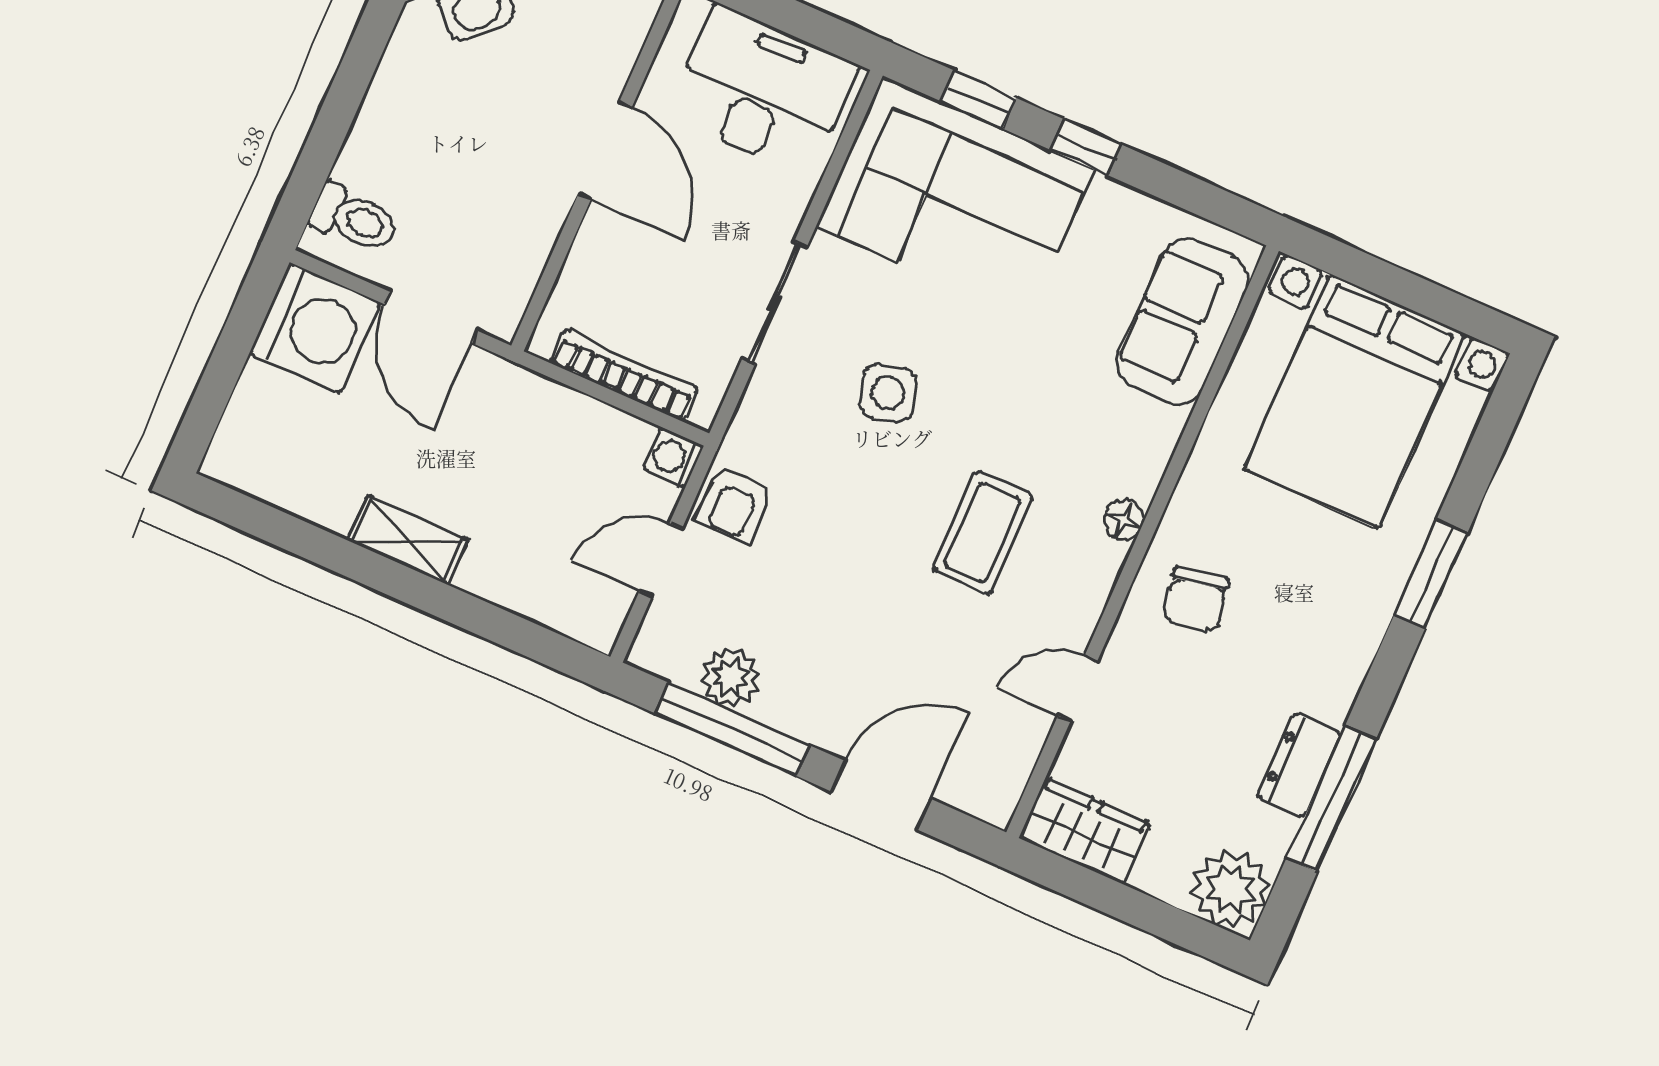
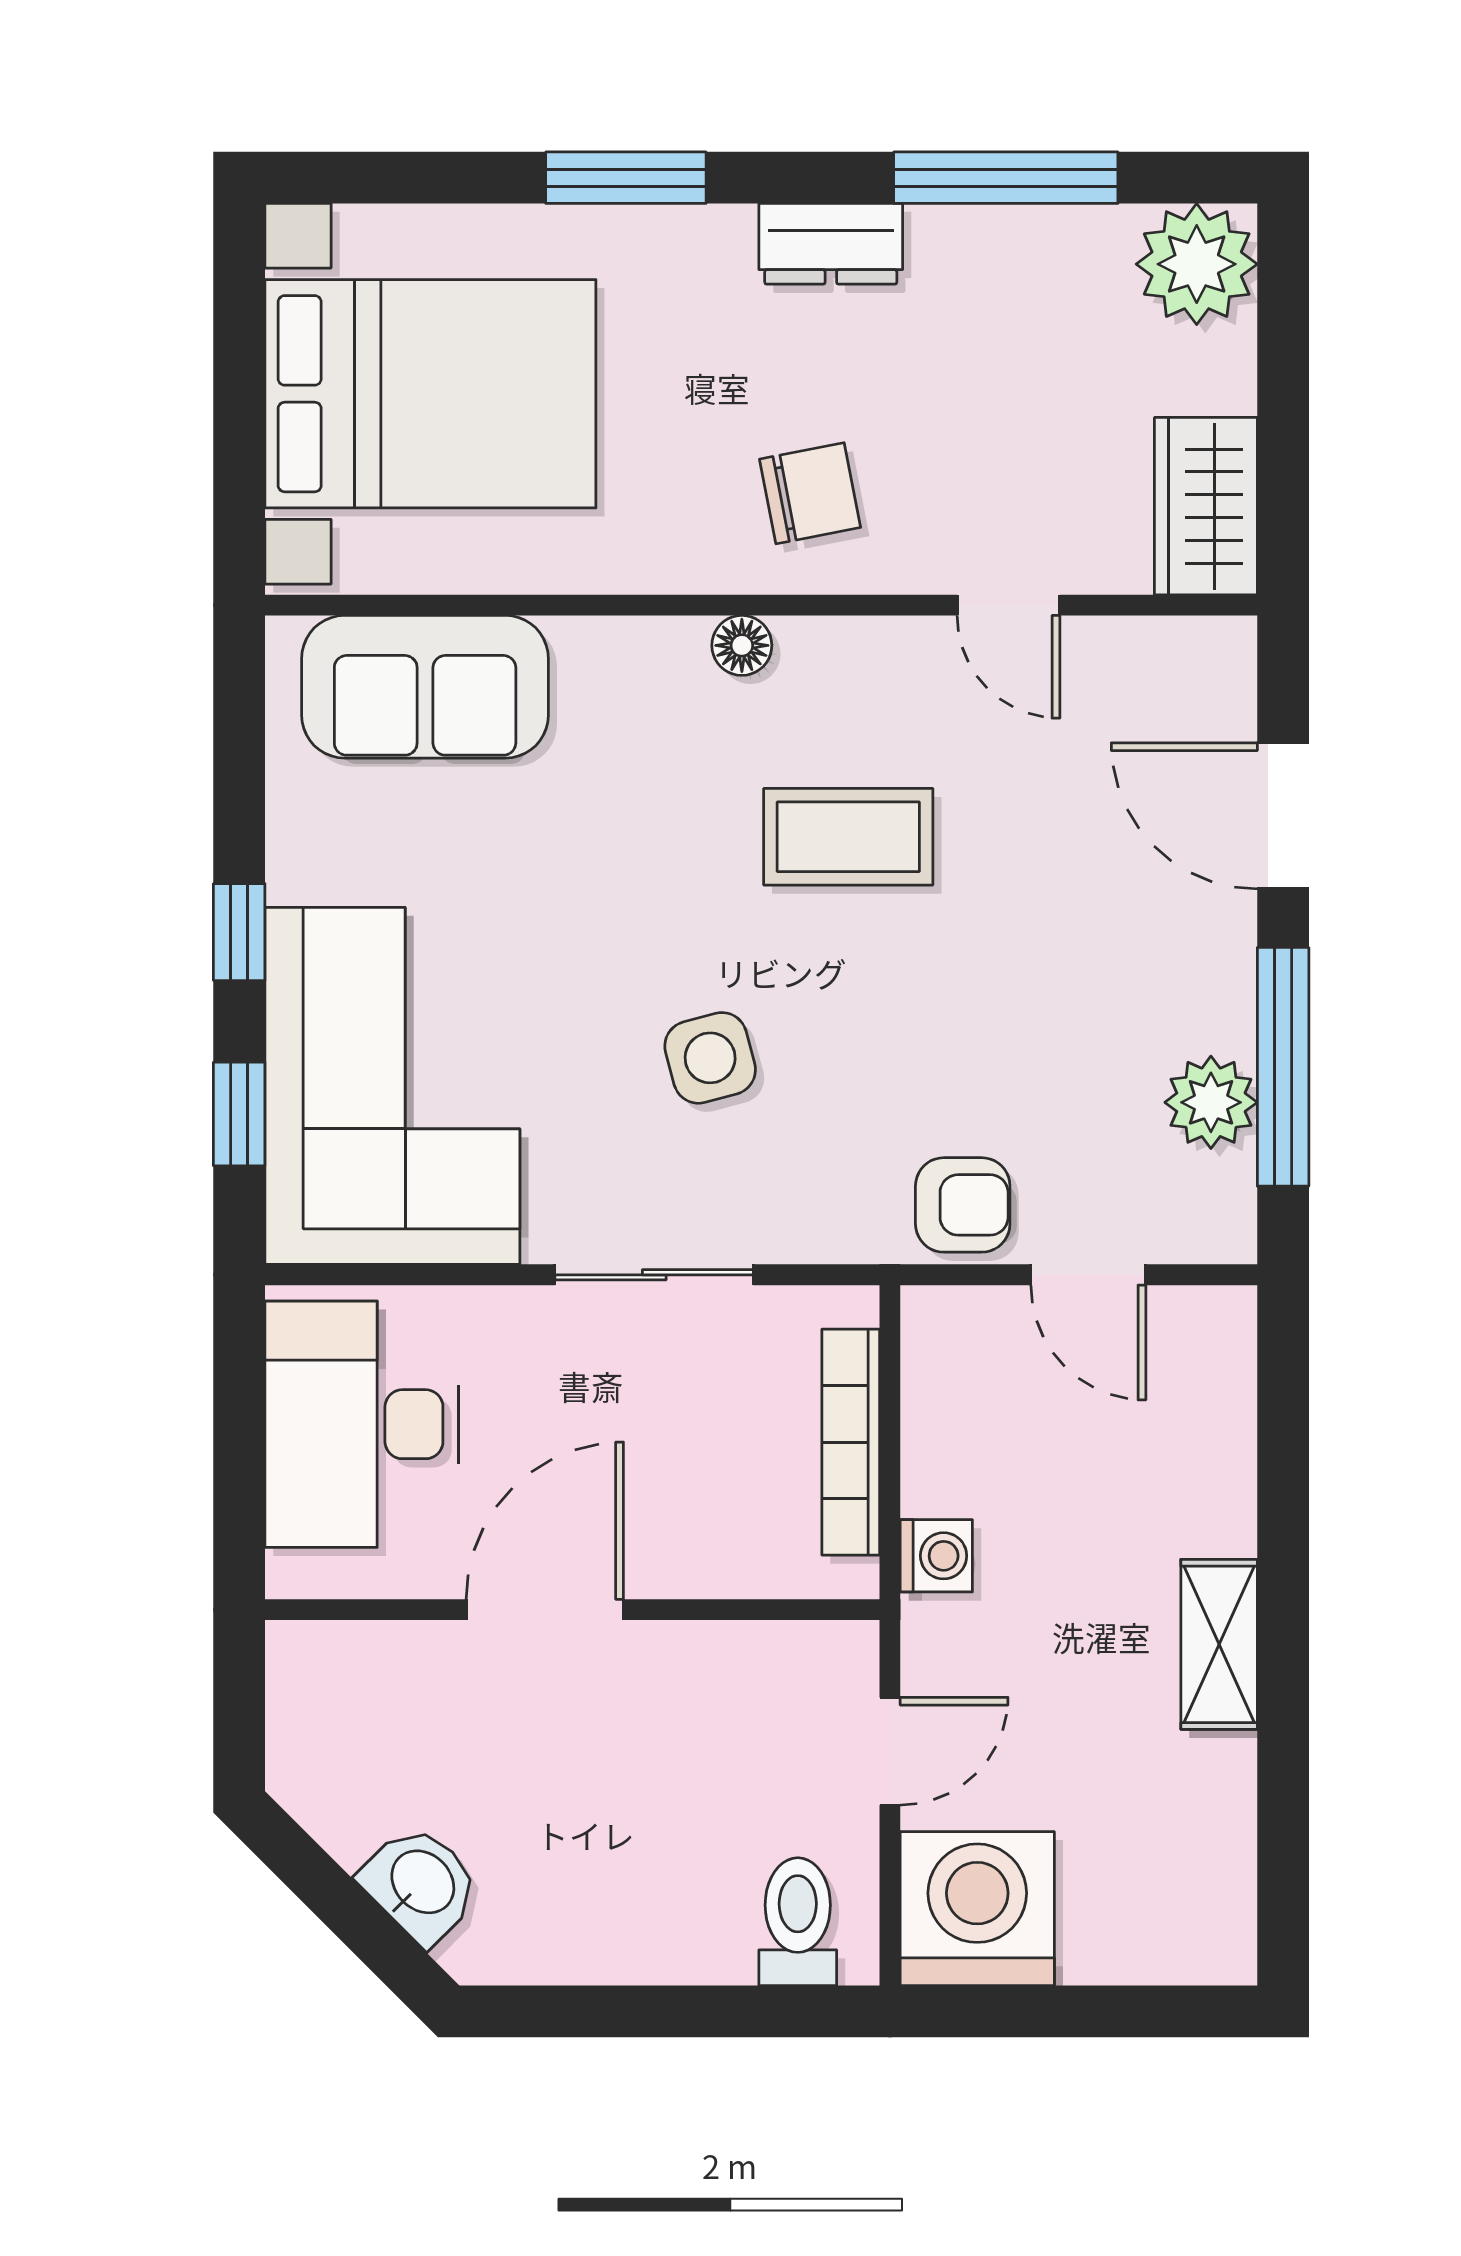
door: (431, 317) -> (890, 1751), width x0.73
washing machine: (673, 458) -> (936, 1556), moved, turned -90
dresser: (1299, 765) -> (831, 244), moved

